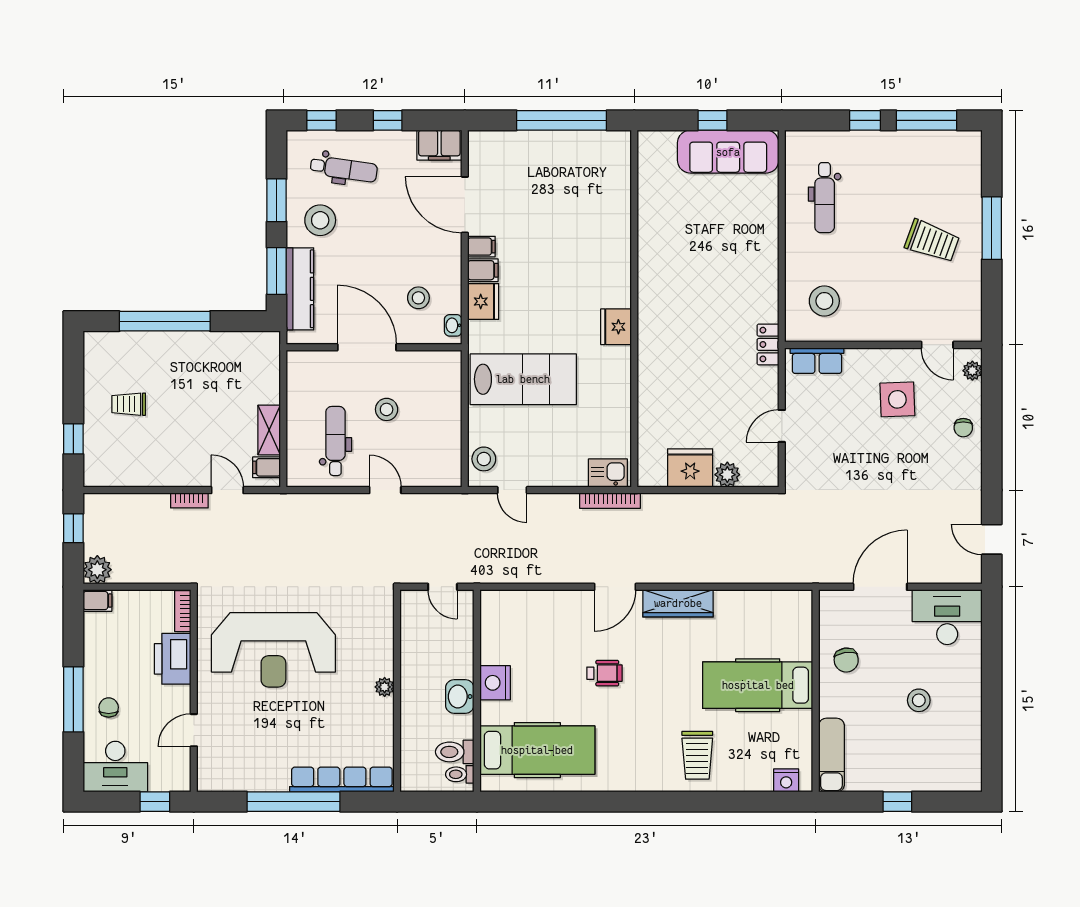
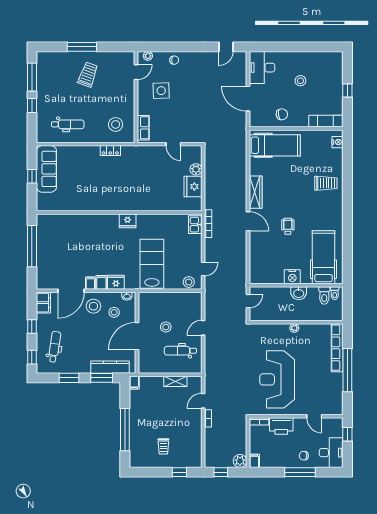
stool: (320, 220) -> (93, 306), moved
locker: (768, 344) -> (110, 151), moved
filing cabinet: (267, 467) -> (134, 383), moved
reception desk: (273, 650) -> (277, 379), turned 180
hospital bed: (758, 685) -> (275, 145), moved, turned -90

